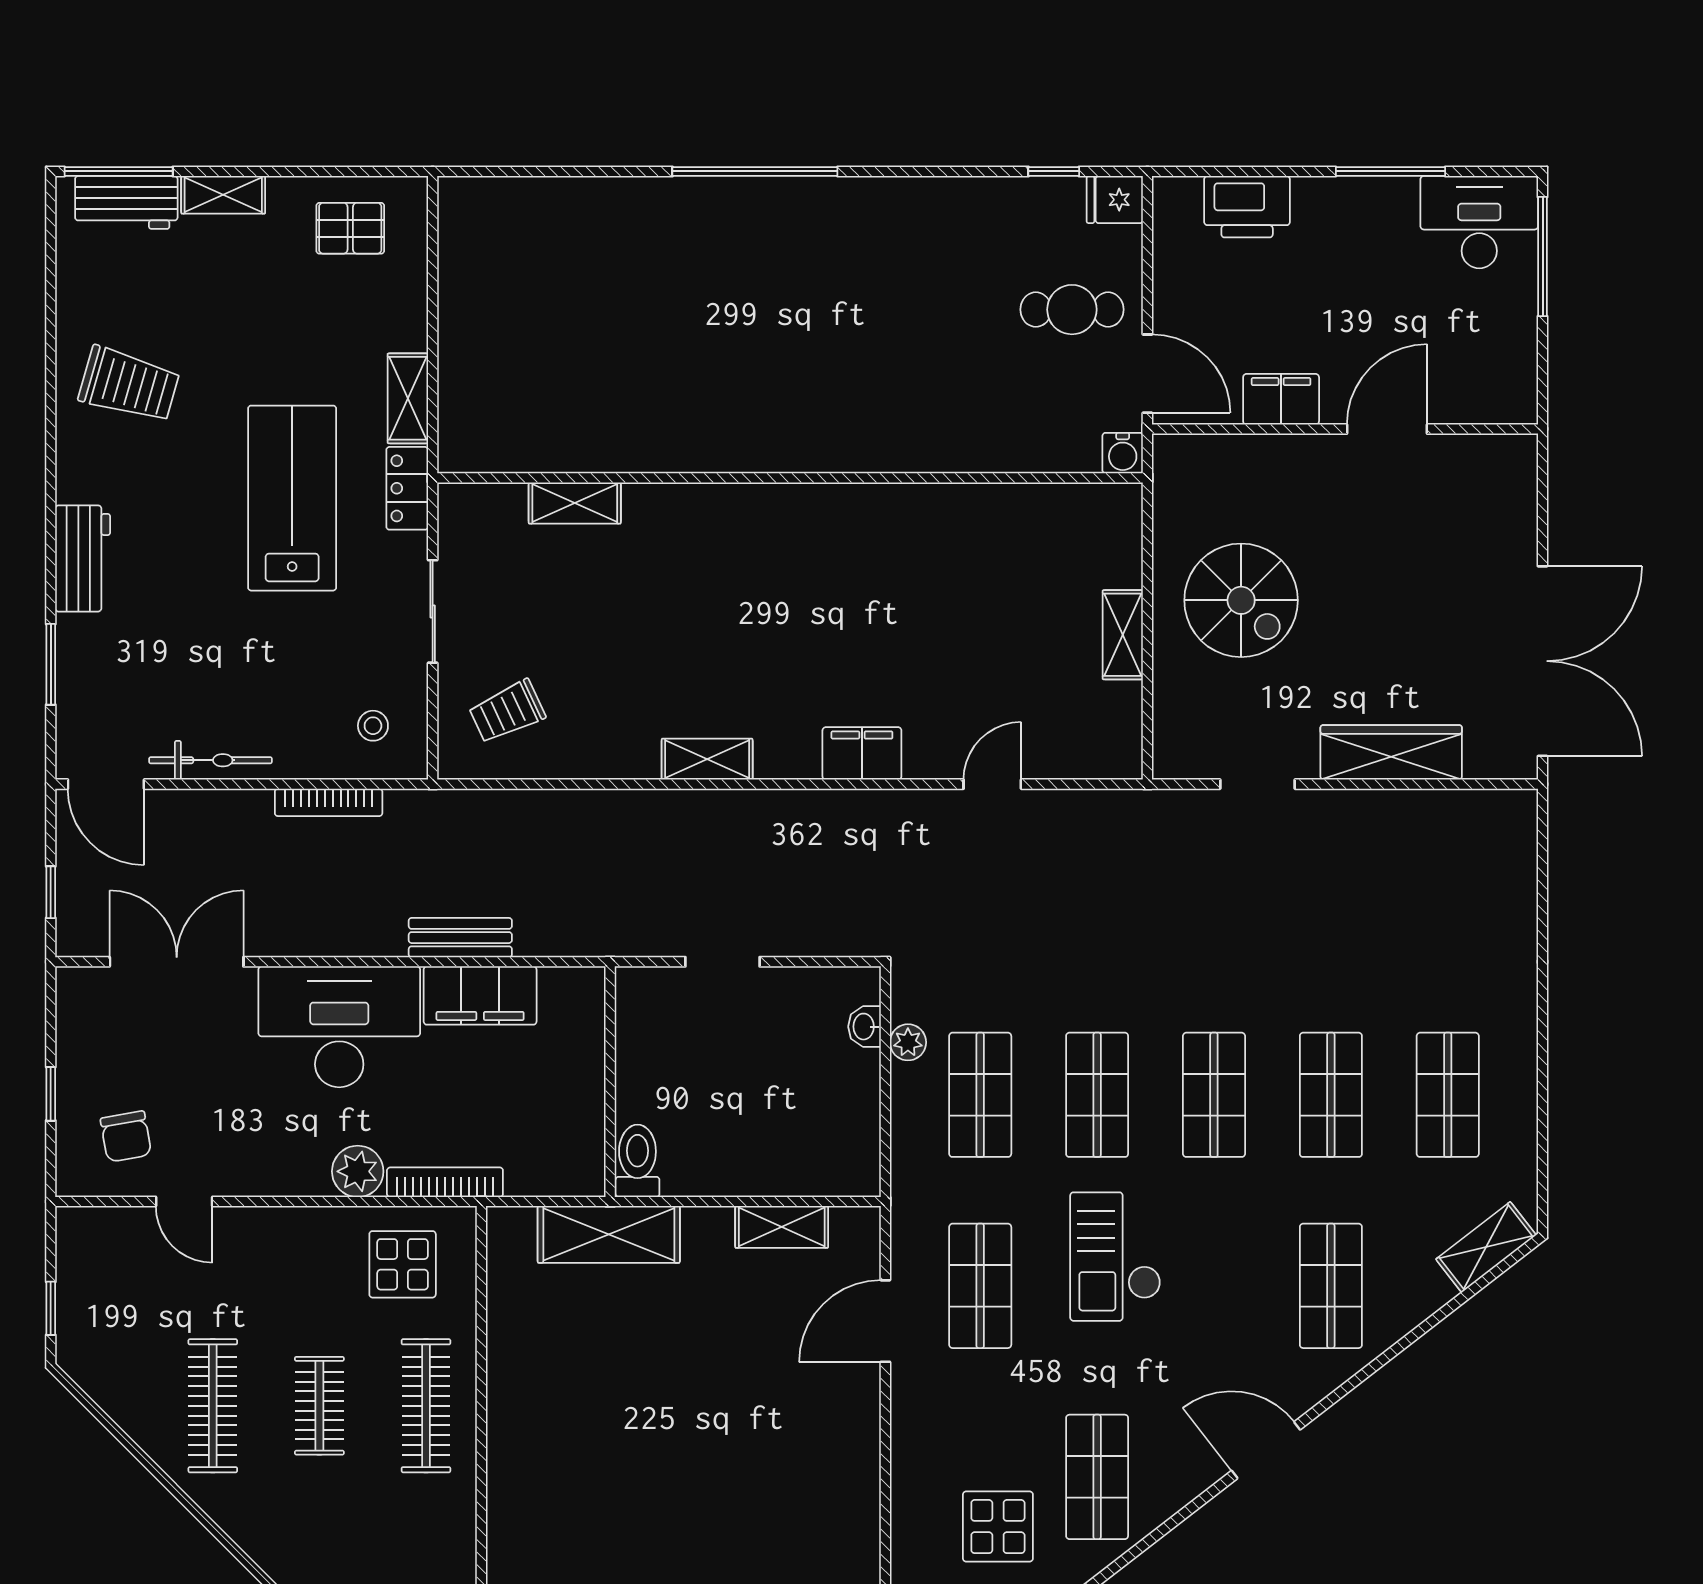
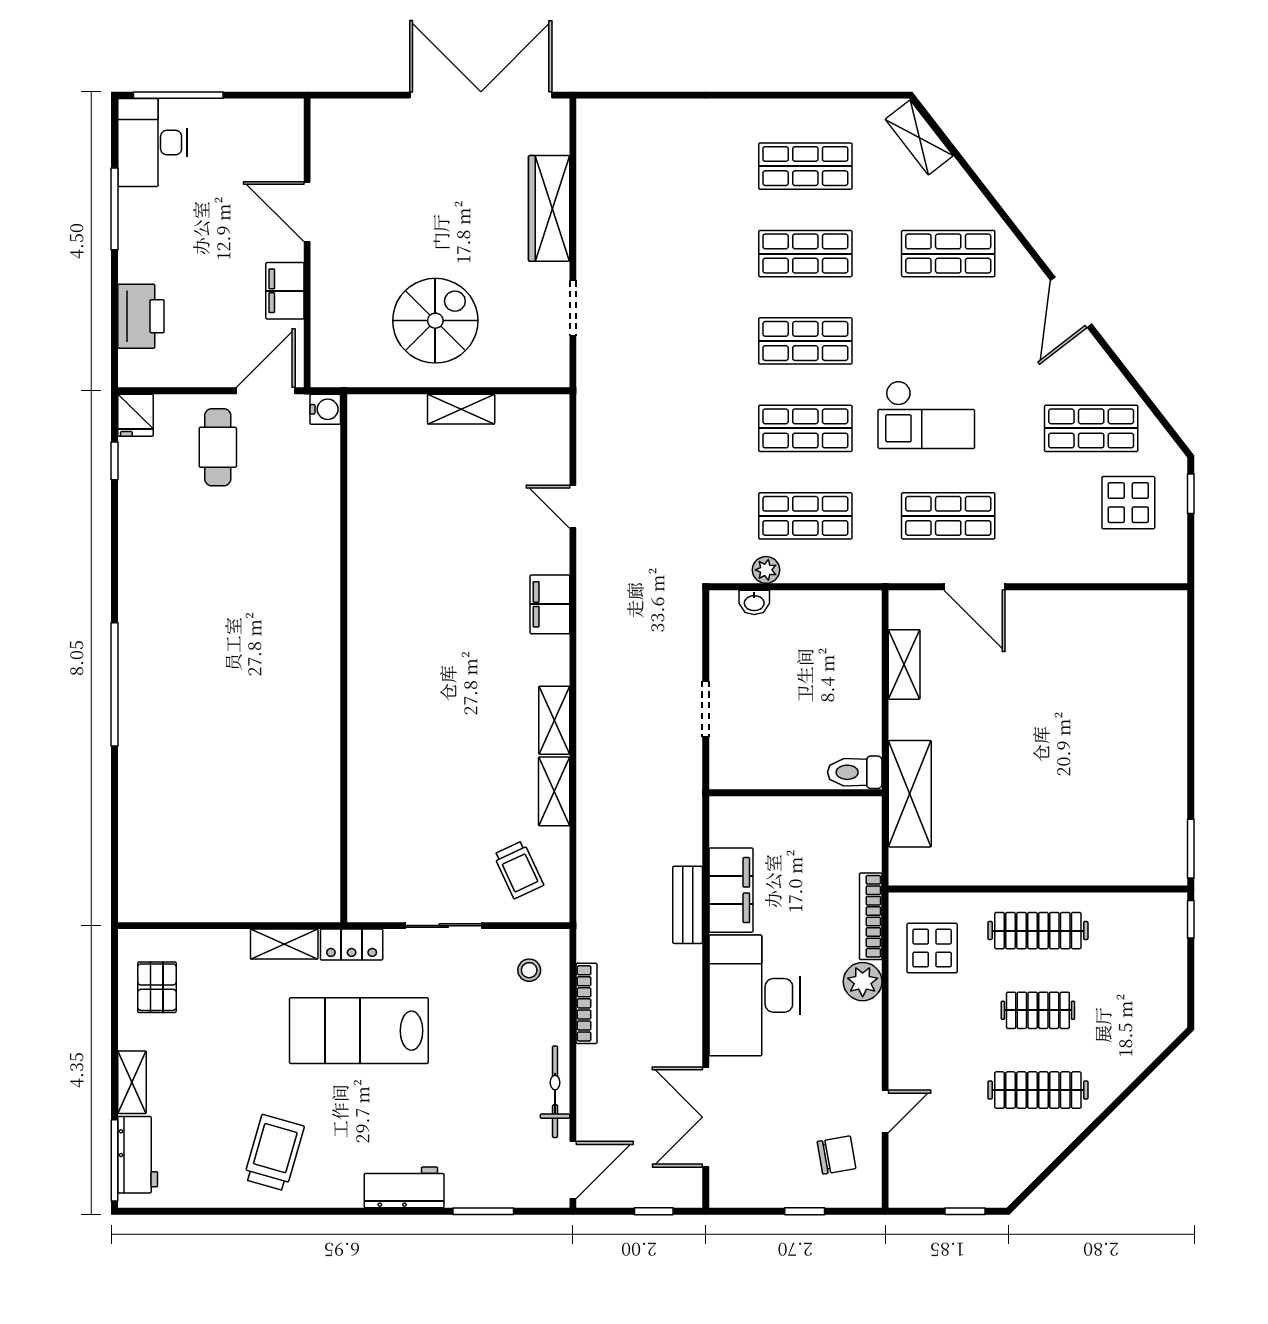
shelving: (575, 503) -> (554, 791), moved

